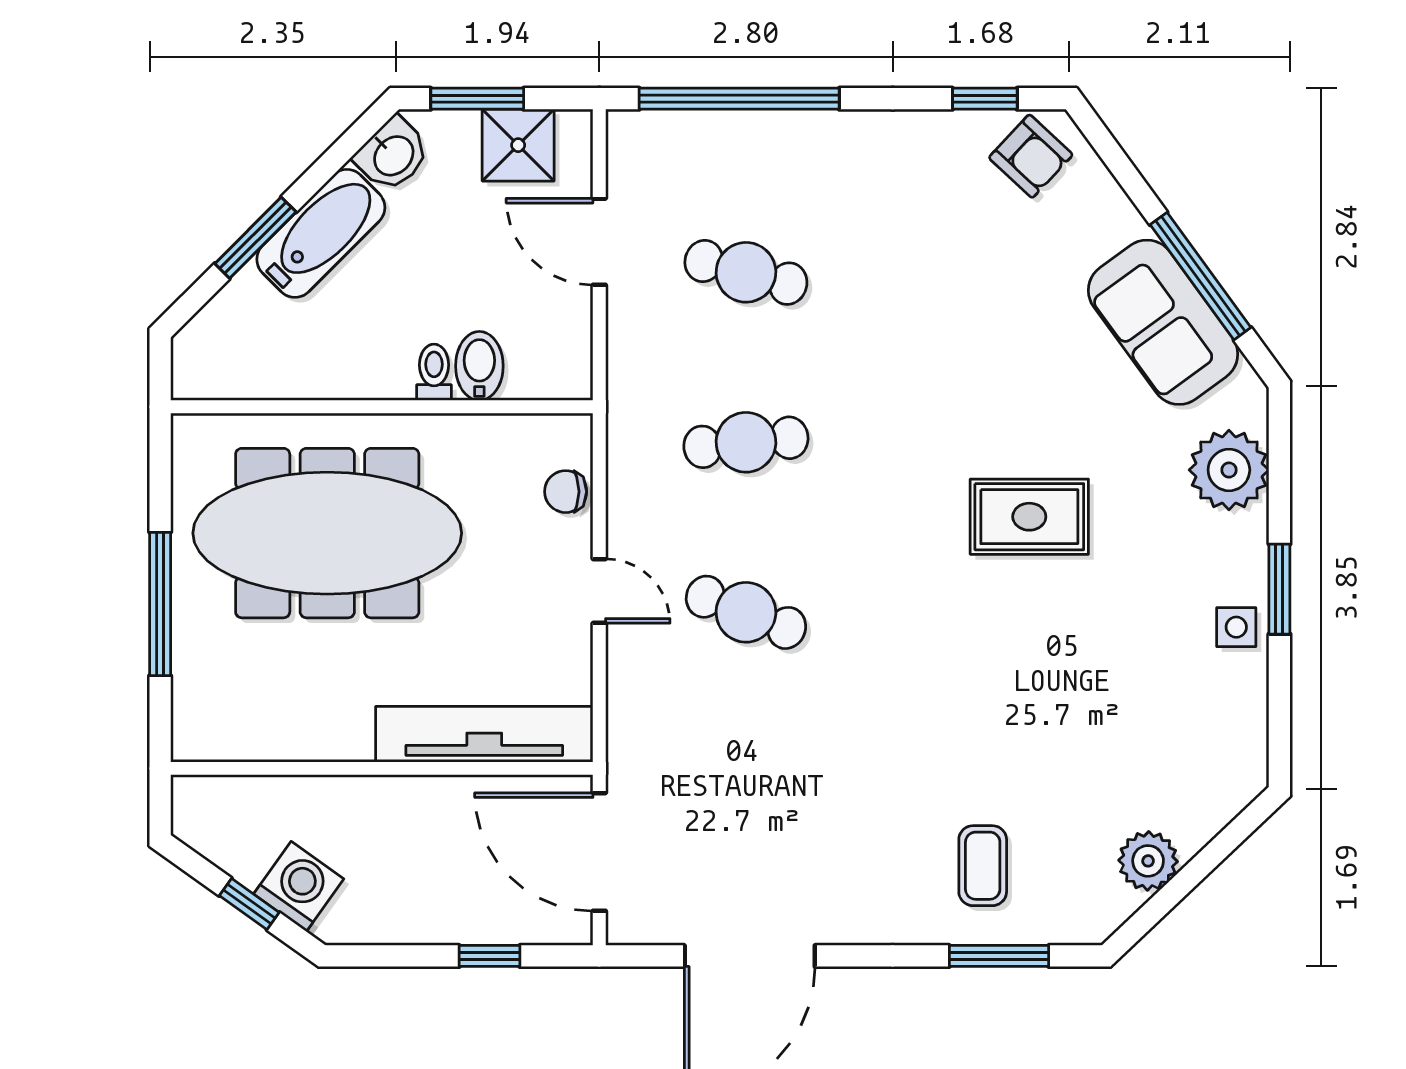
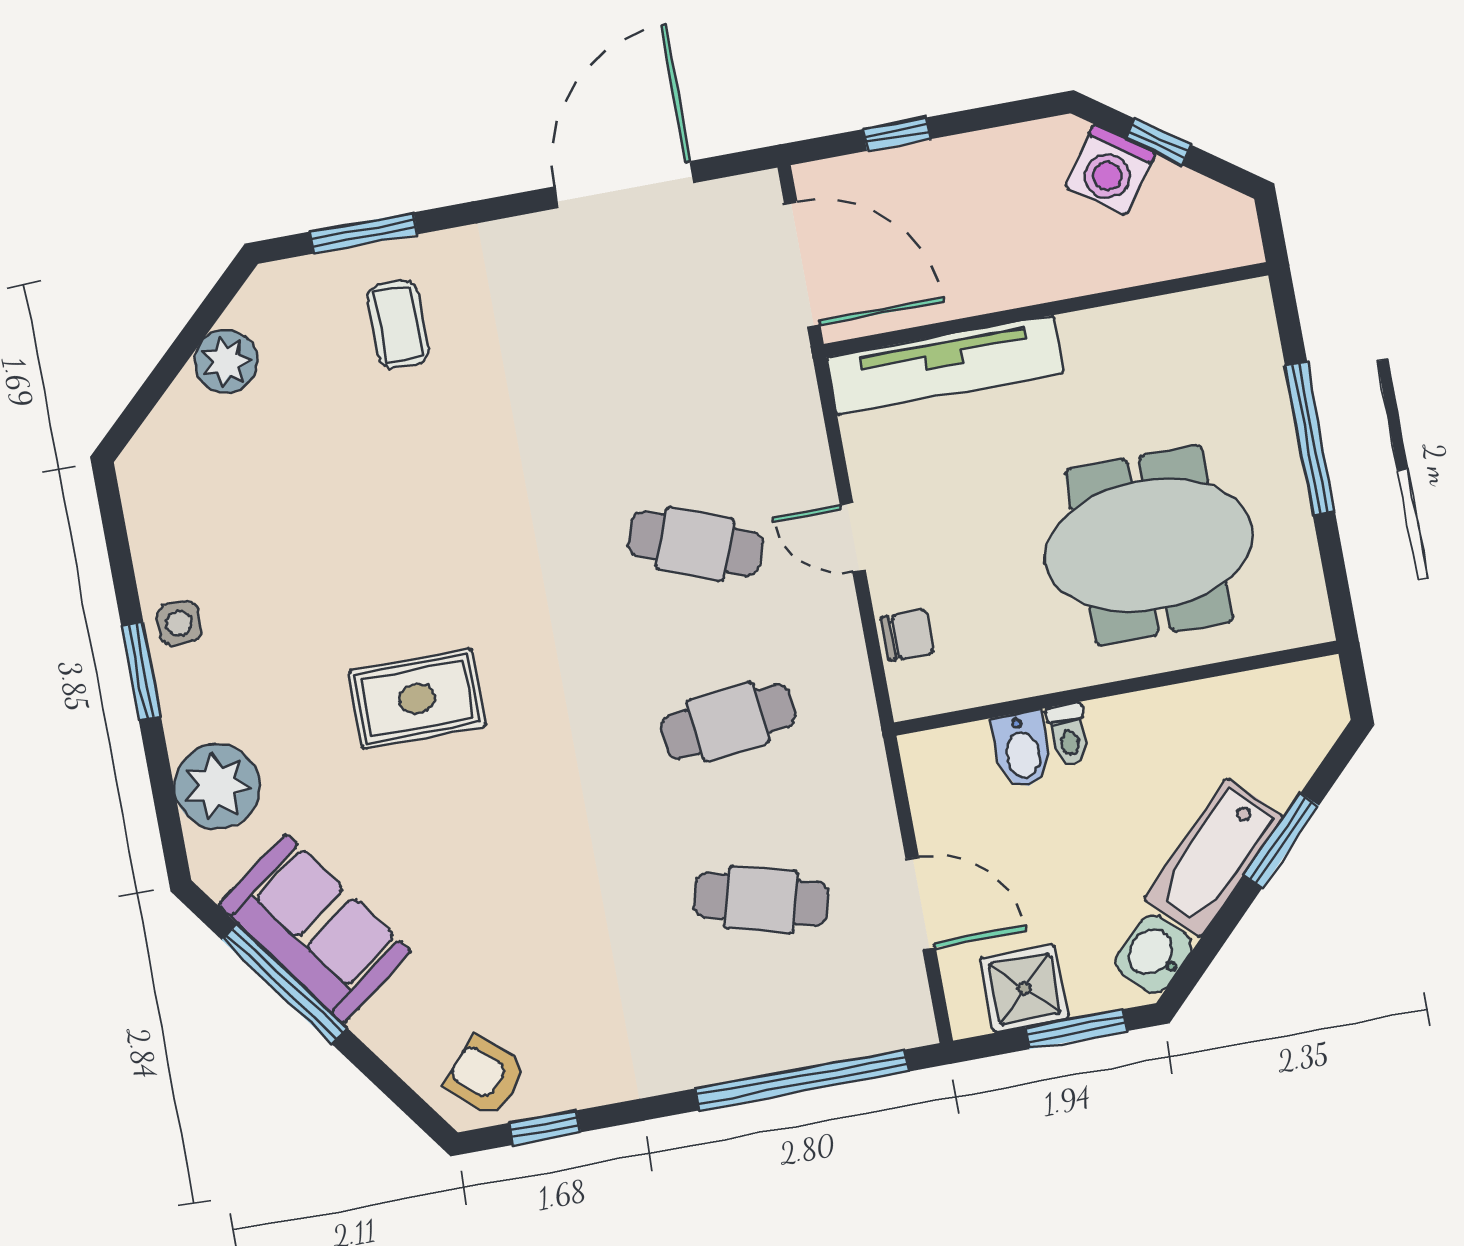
meeting table: (327, 533) -> (1149, 545), width x0.73

